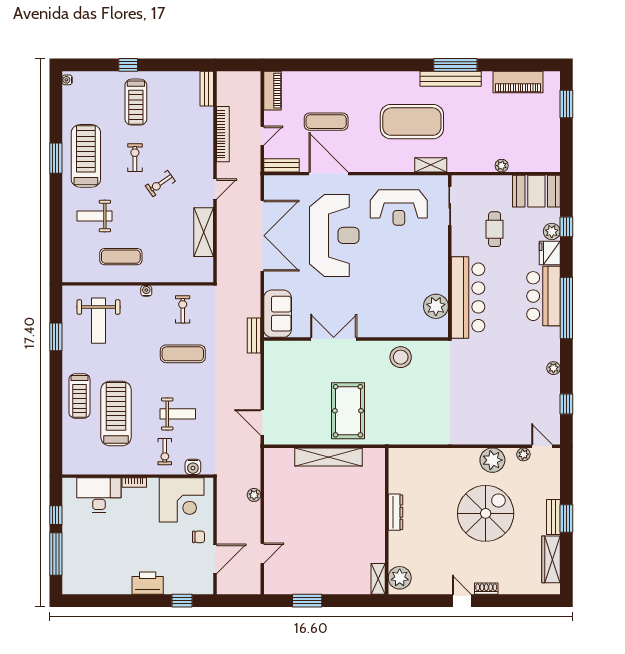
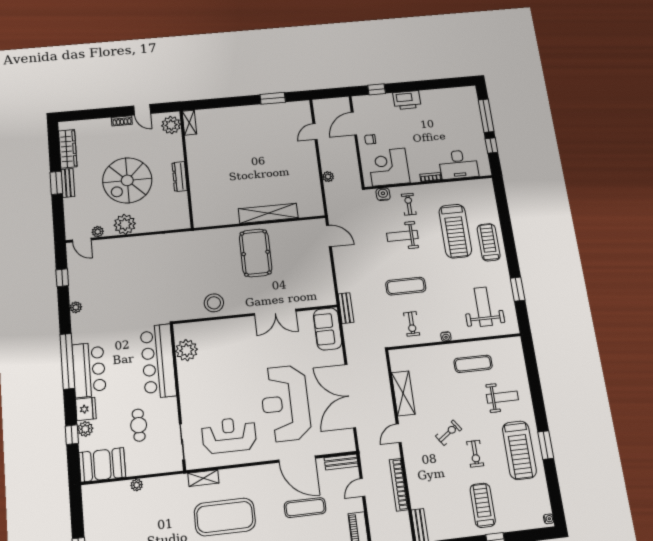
dresser: (395, 512) -> (180, 177), moved
wall: (387, 521) -> (186, 169), moved
plant: (400, 578) -> (171, 125), moved
shelving: (378, 579) -> (189, 123), moved

